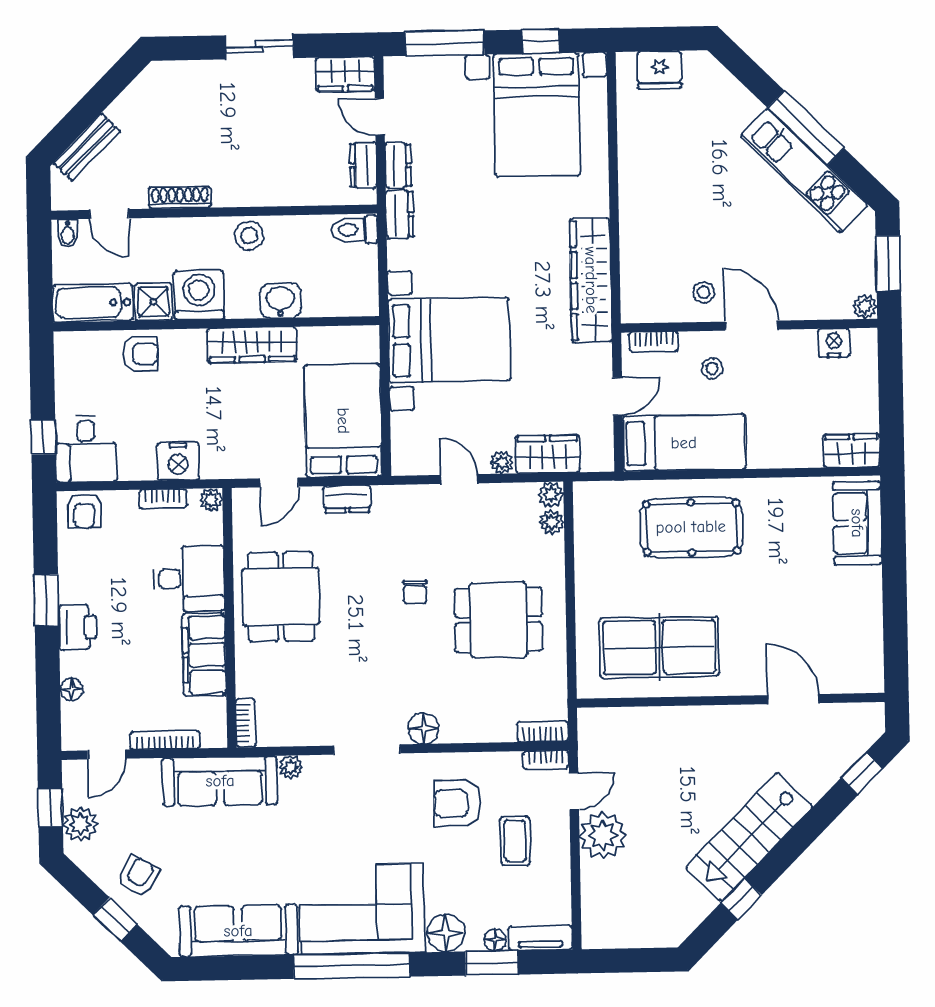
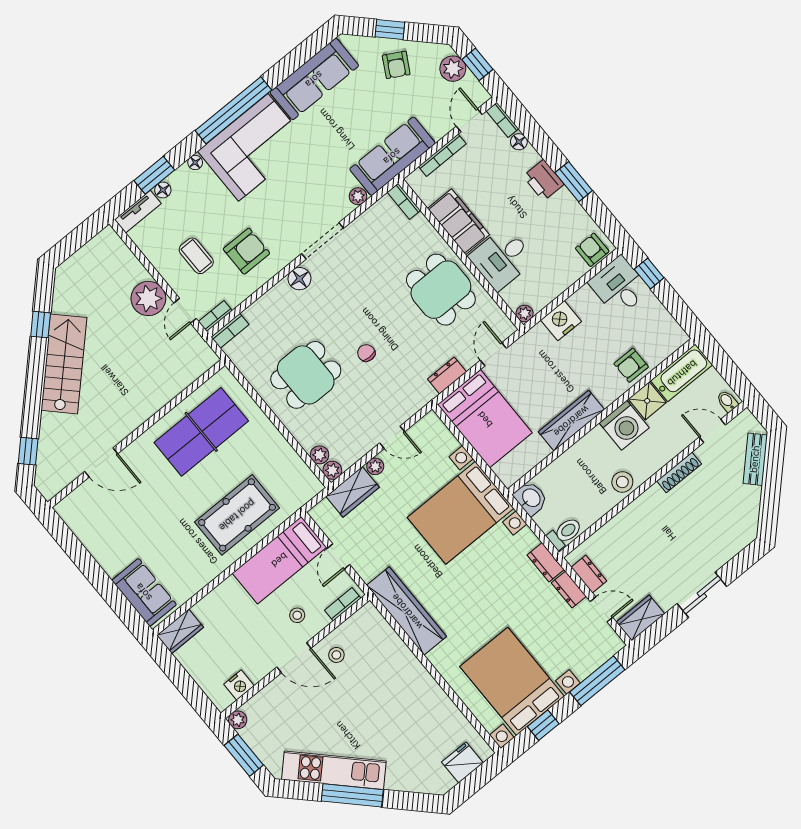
washbasin: (280, 301) -> (531, 498), moved, turned -90
bookcase: (163, 499) -> (502, 120), moved, turned -90
floor lamp: (446, 933) -> (195, 163), width x0.53, depth x0.53

